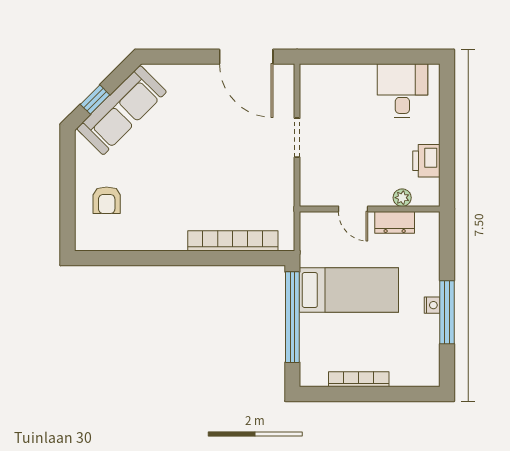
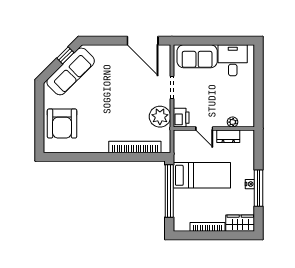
sofa: (341, 84) -> (197, 56), added
window: (95, 100) -> (65, 55), moved
printer: (426, 161) -> (181, 118), moved, turned 180
plant: (276, 188) -> (160, 117), added
armchair: (107, 200) -> (62, 123), width x1.88, depth x1.88
wardrobe: (415, 373) -> (240, 223), added

